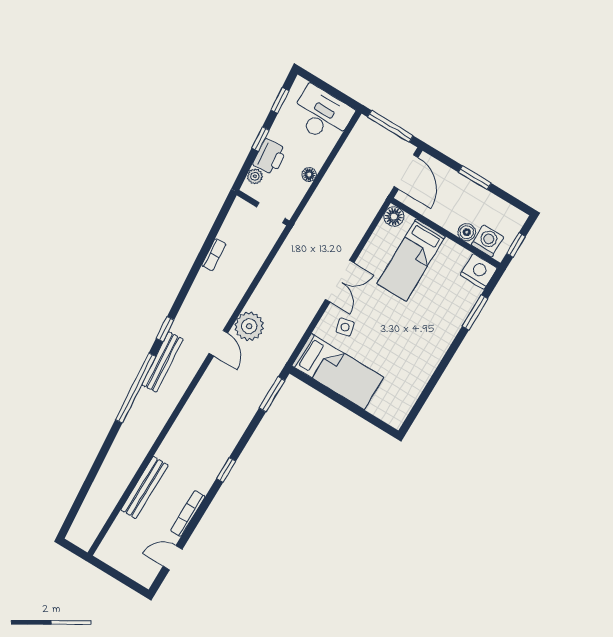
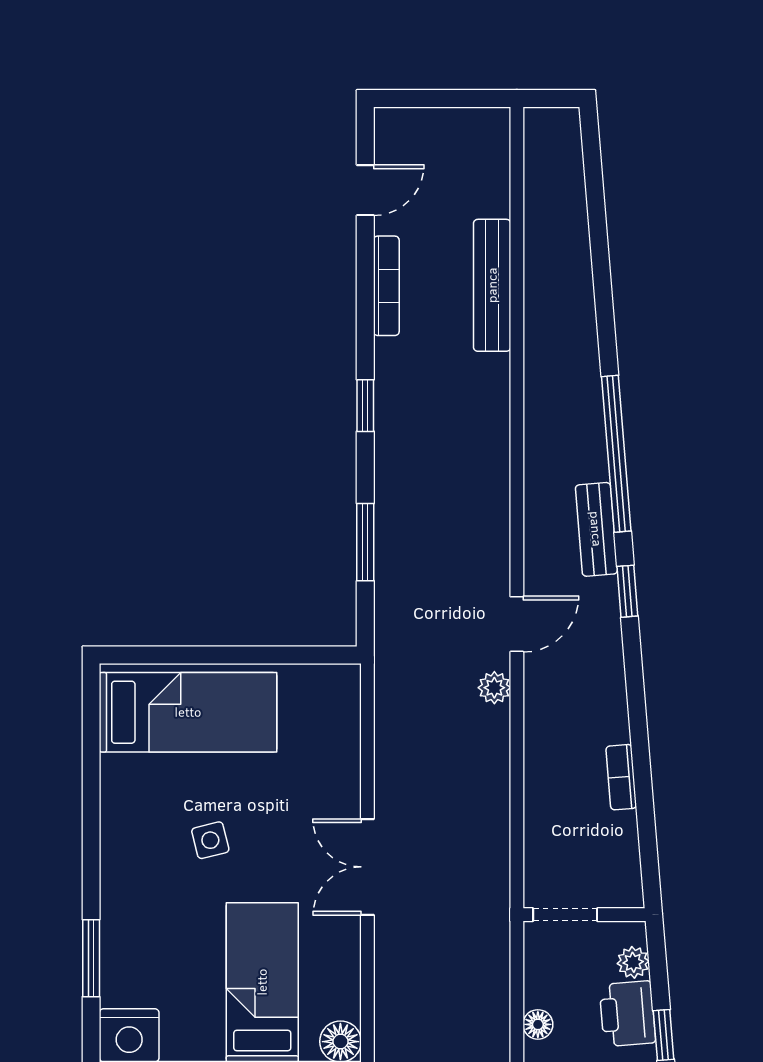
plant: (249, 326) -> (494, 688), width x0.53, depth x0.53
side table: (345, 327) -> (210, 840), moved
door: (218, 343) -> (517, 624), swing flipped
bench: (162, 362) -> (596, 529), width x0.73
bed: (338, 371) -> (188, 712), moved, turned 180
window: (272, 394) -> (365, 542), moved

